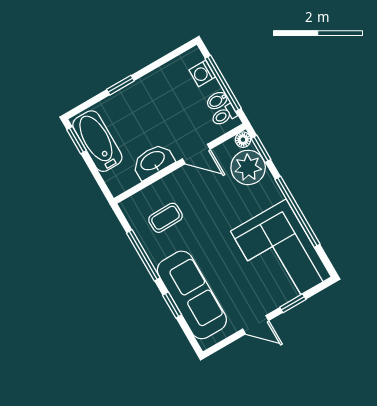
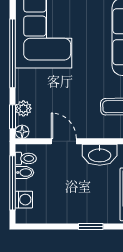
plant: (248, 167) -> (23, 108), width x0.53, depth x0.53

